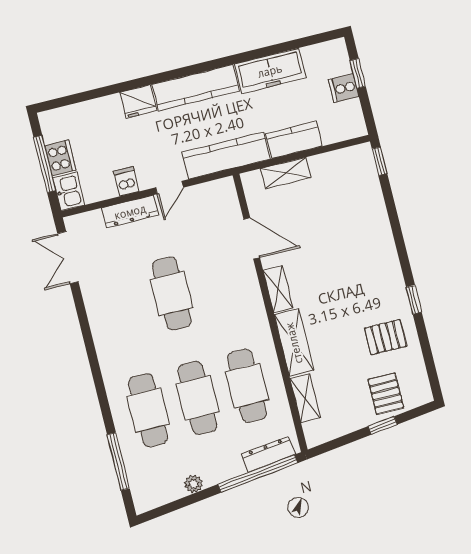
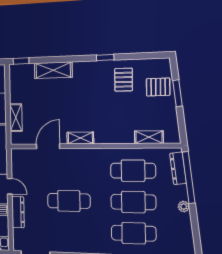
shelving: (294, 343) -> (53, 70), moved
window: (383, 425) -> (177, 93), width x1.50
plant: (194, 484) -> (184, 206), moved

